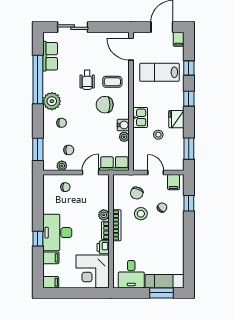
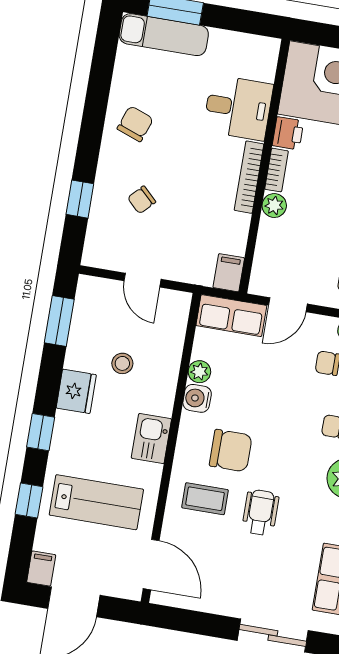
kitchen sink: (140, 117) -> (151, 439), moved
filing cabinet: (174, 182) -> (229, 273), moved
chair: (137, 193) -> (135, 124), moved
stool: (141, 214) -> (191, 194), removed
desk: (131, 274) -> (238, 108), moved, turned 90

